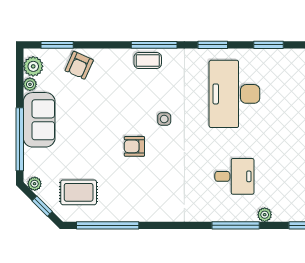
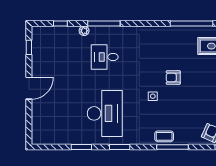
window: (154, 45) -> (173, 147), moved
armchair: (134, 146) -> (173, 77), turned 180

